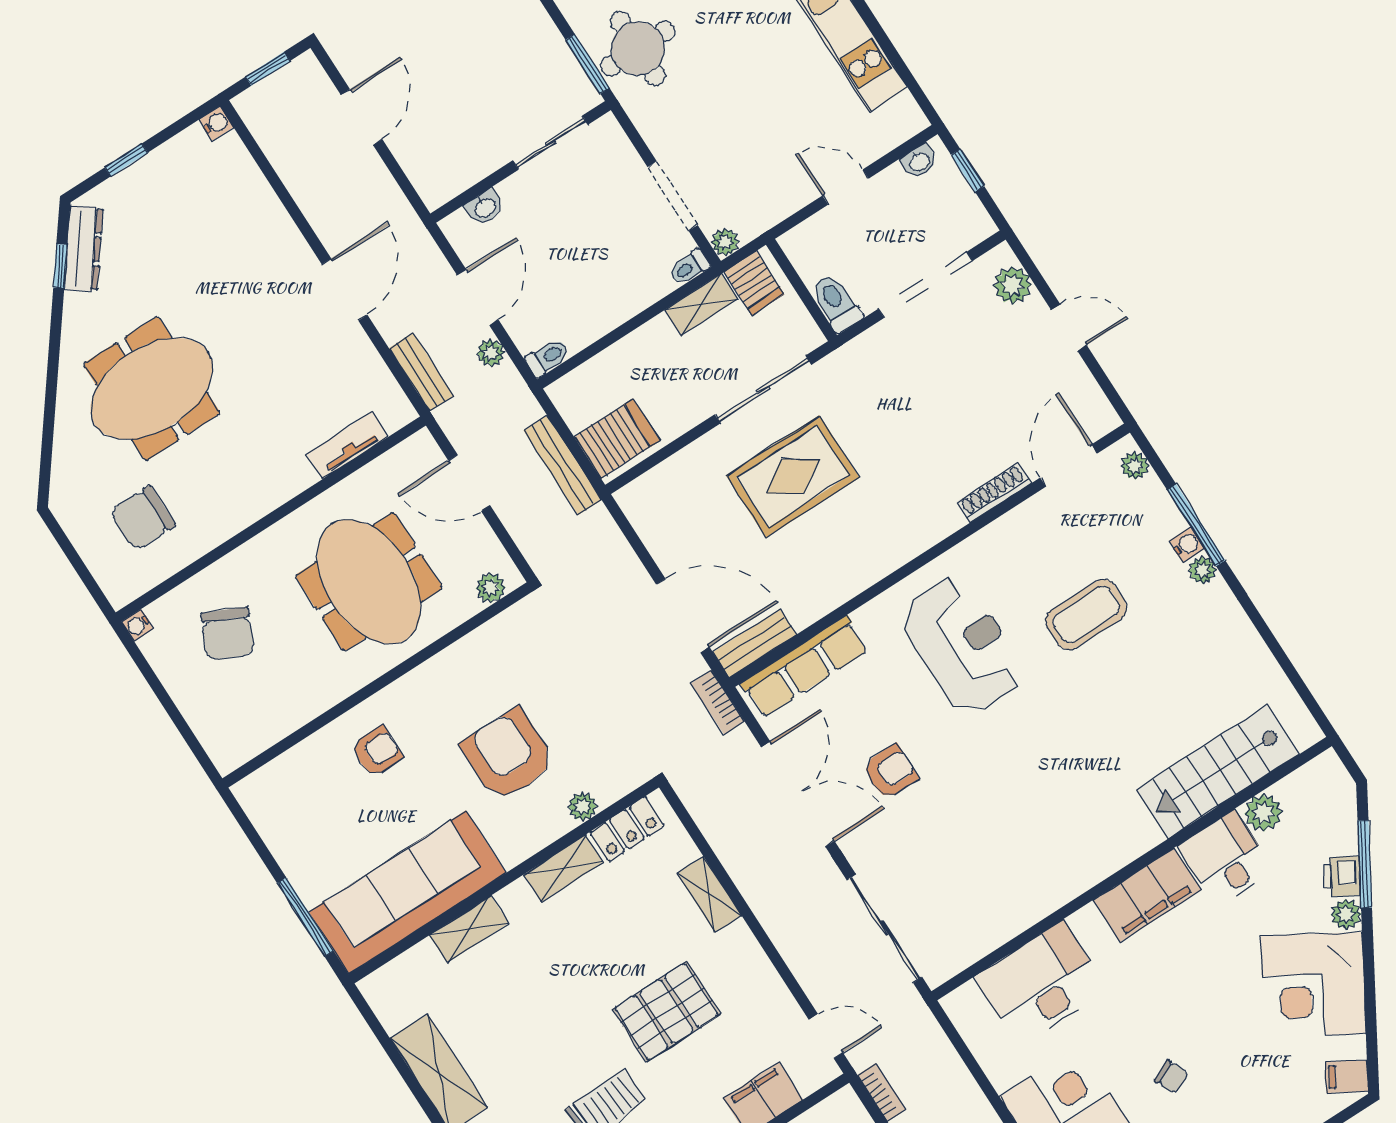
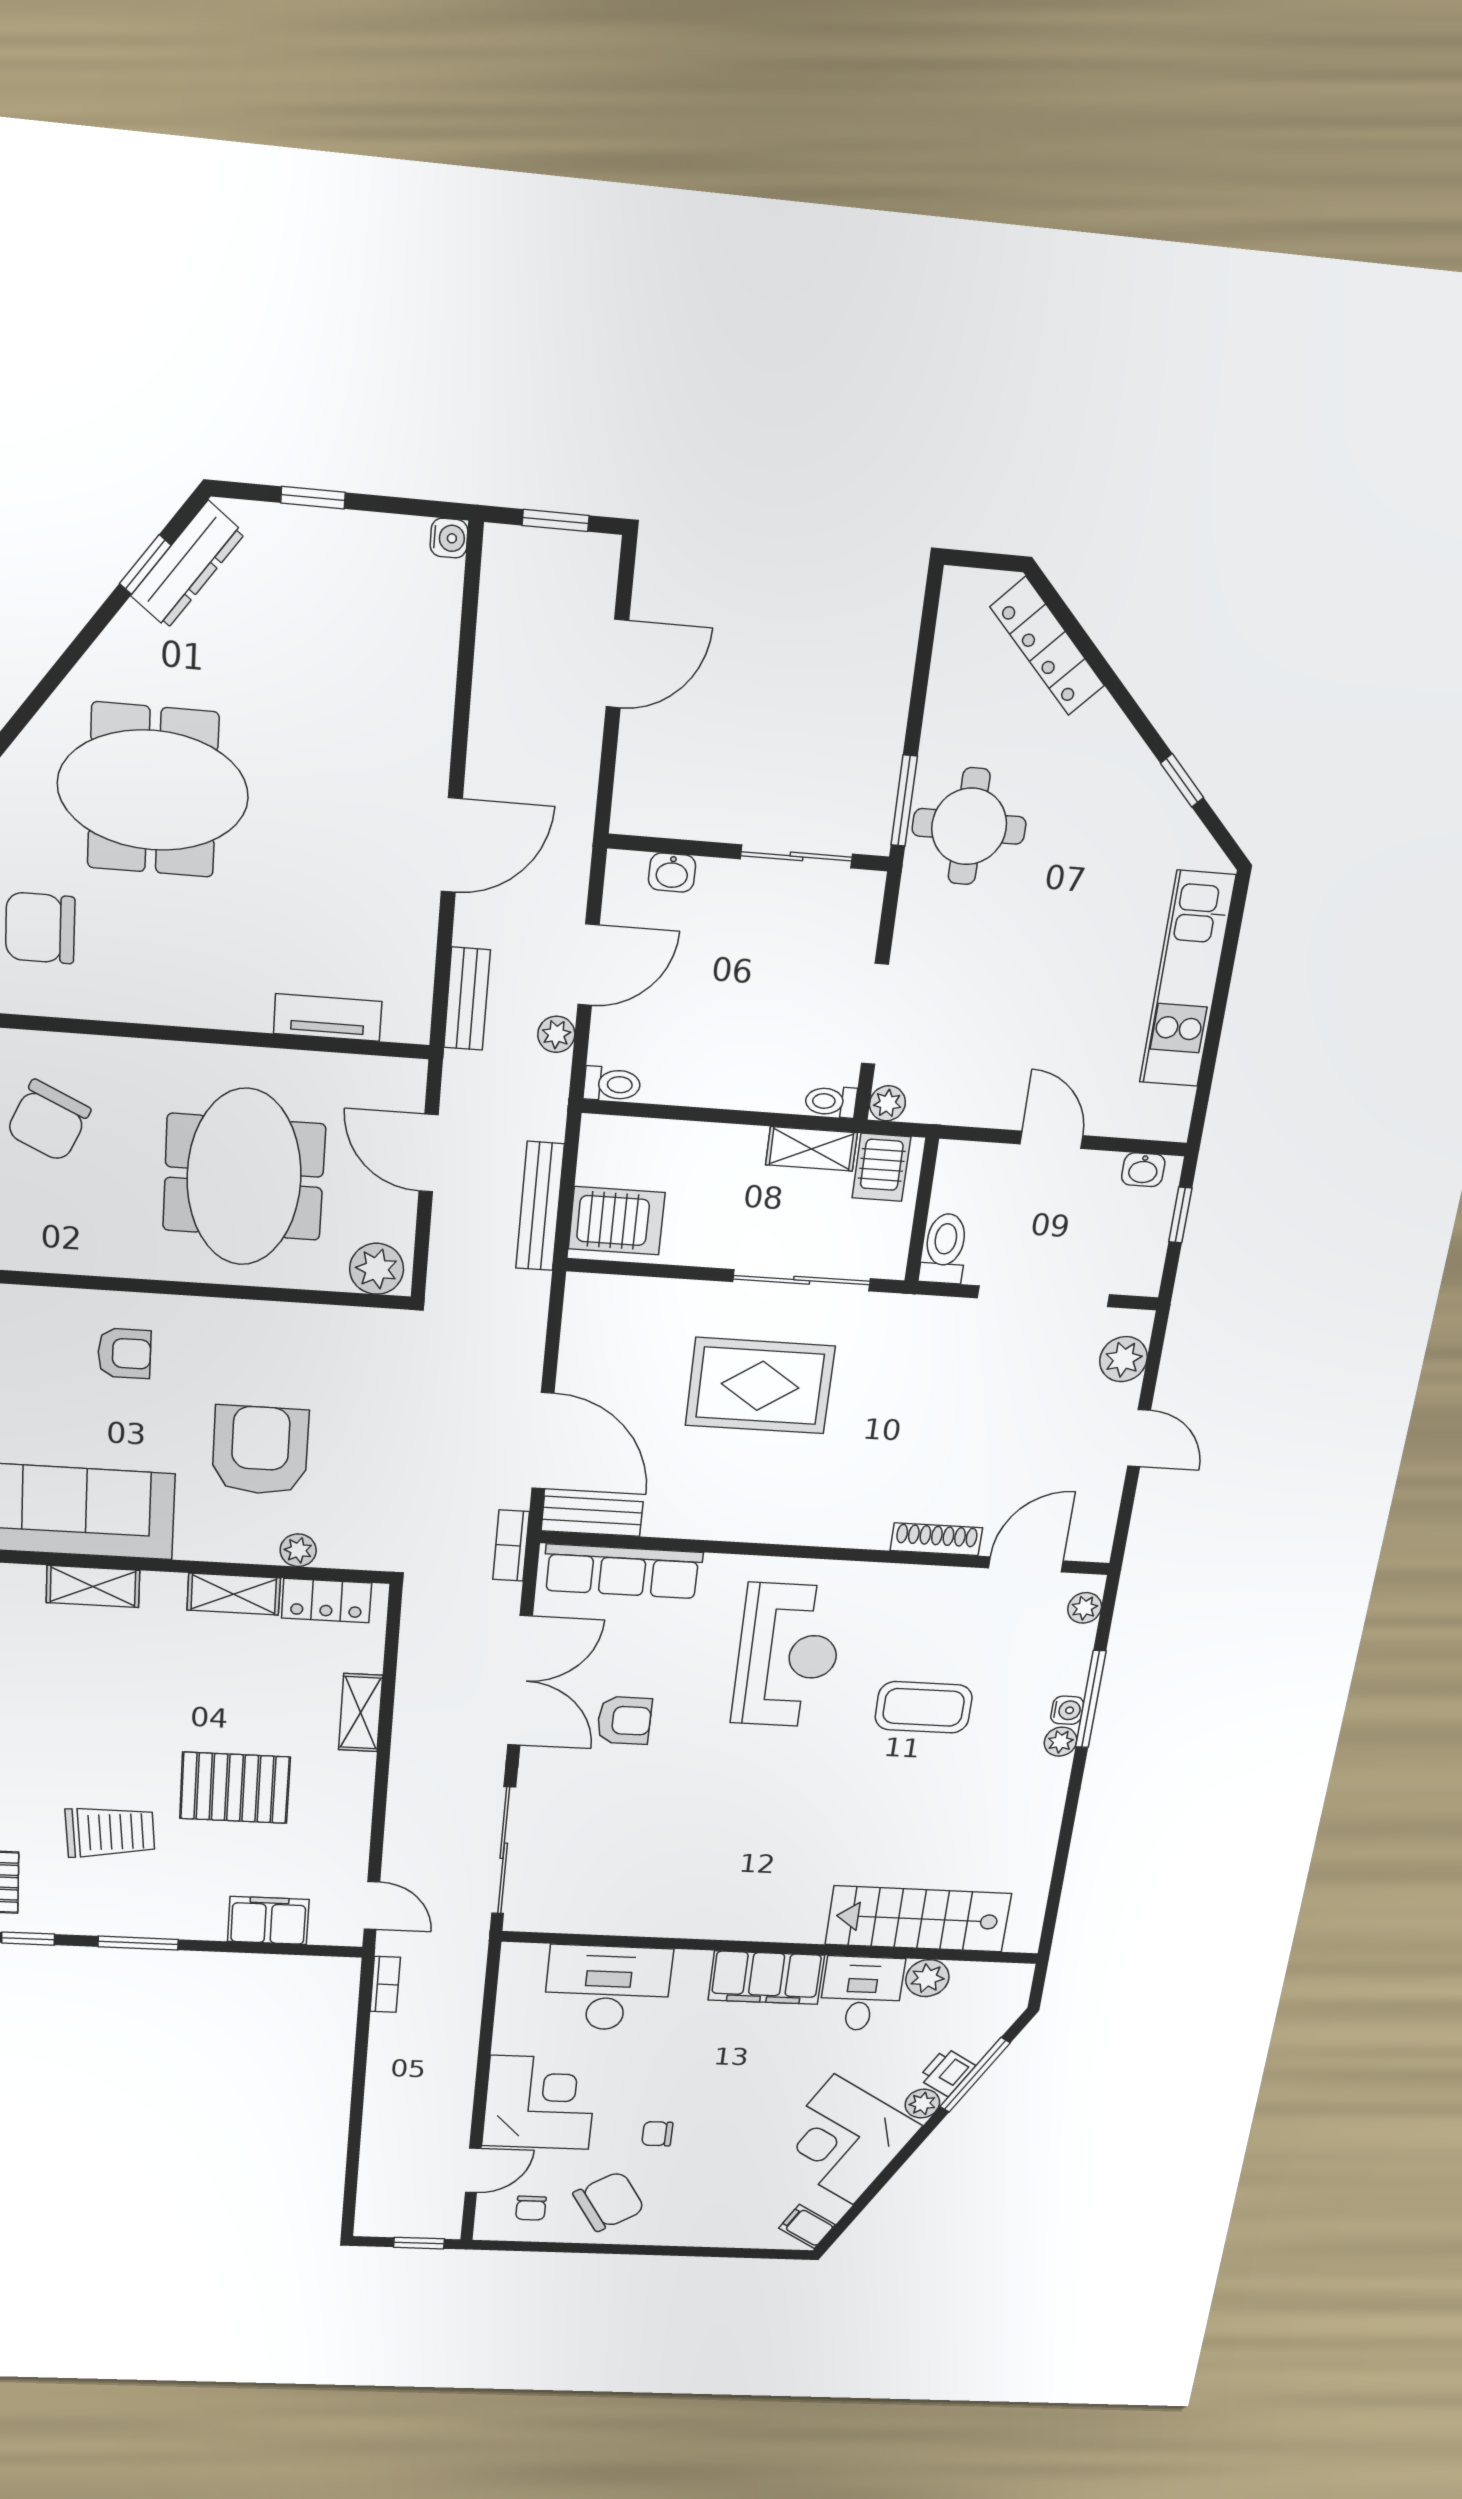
plant: (491, 588) -> (377, 1269), width x1.38, depth x1.38
chair: (1171, 1077) -> (657, 2134), turned 115

